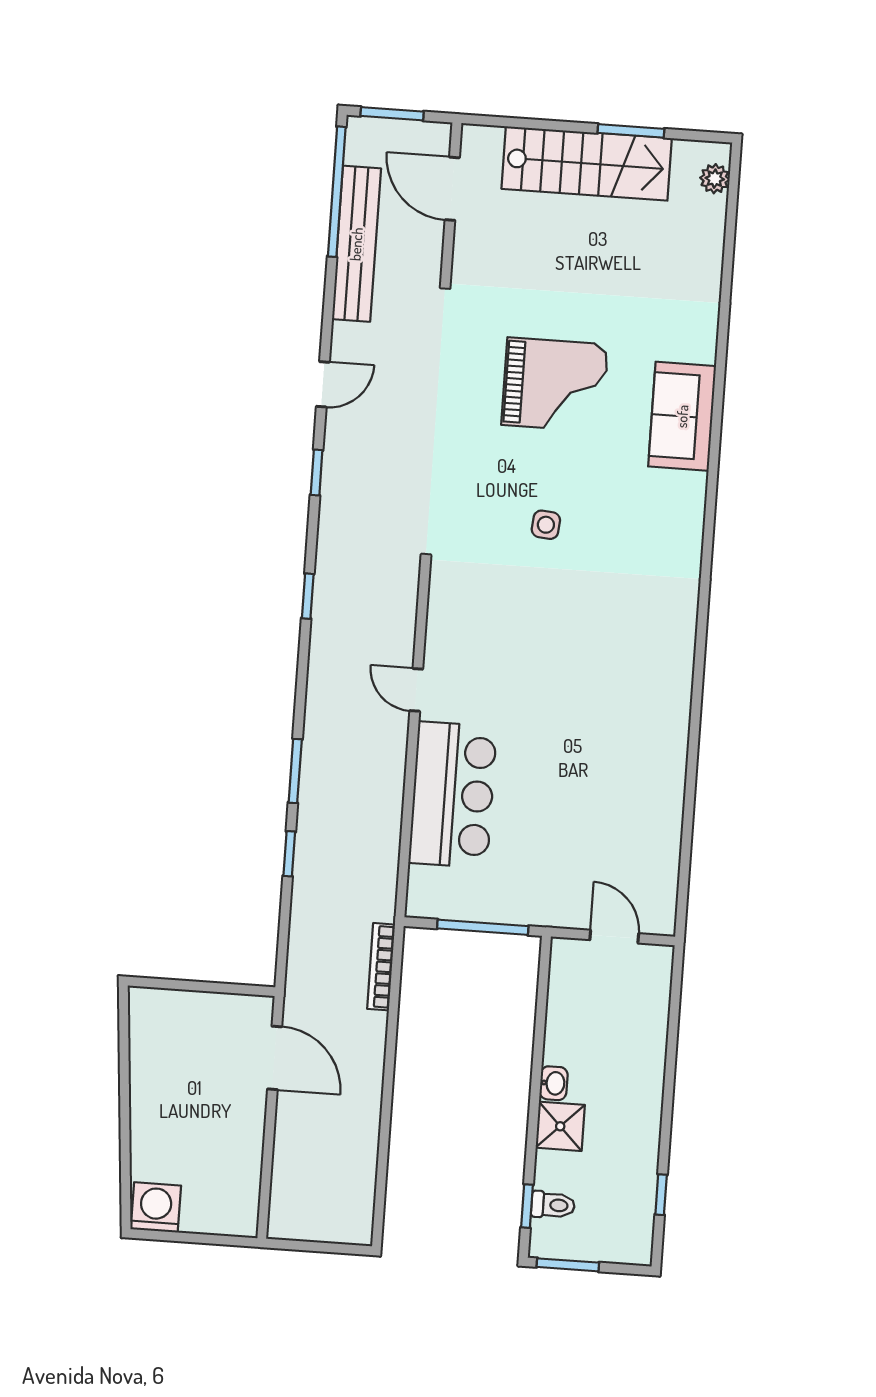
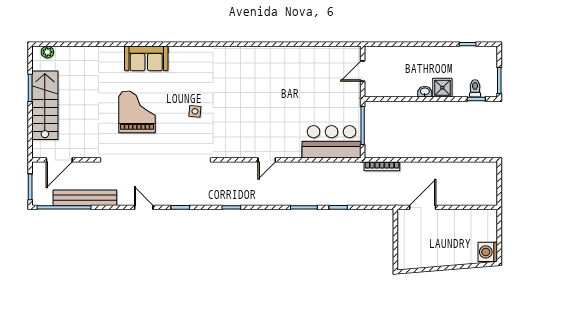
bar counter: (453, 795) -> (332, 142), moved

